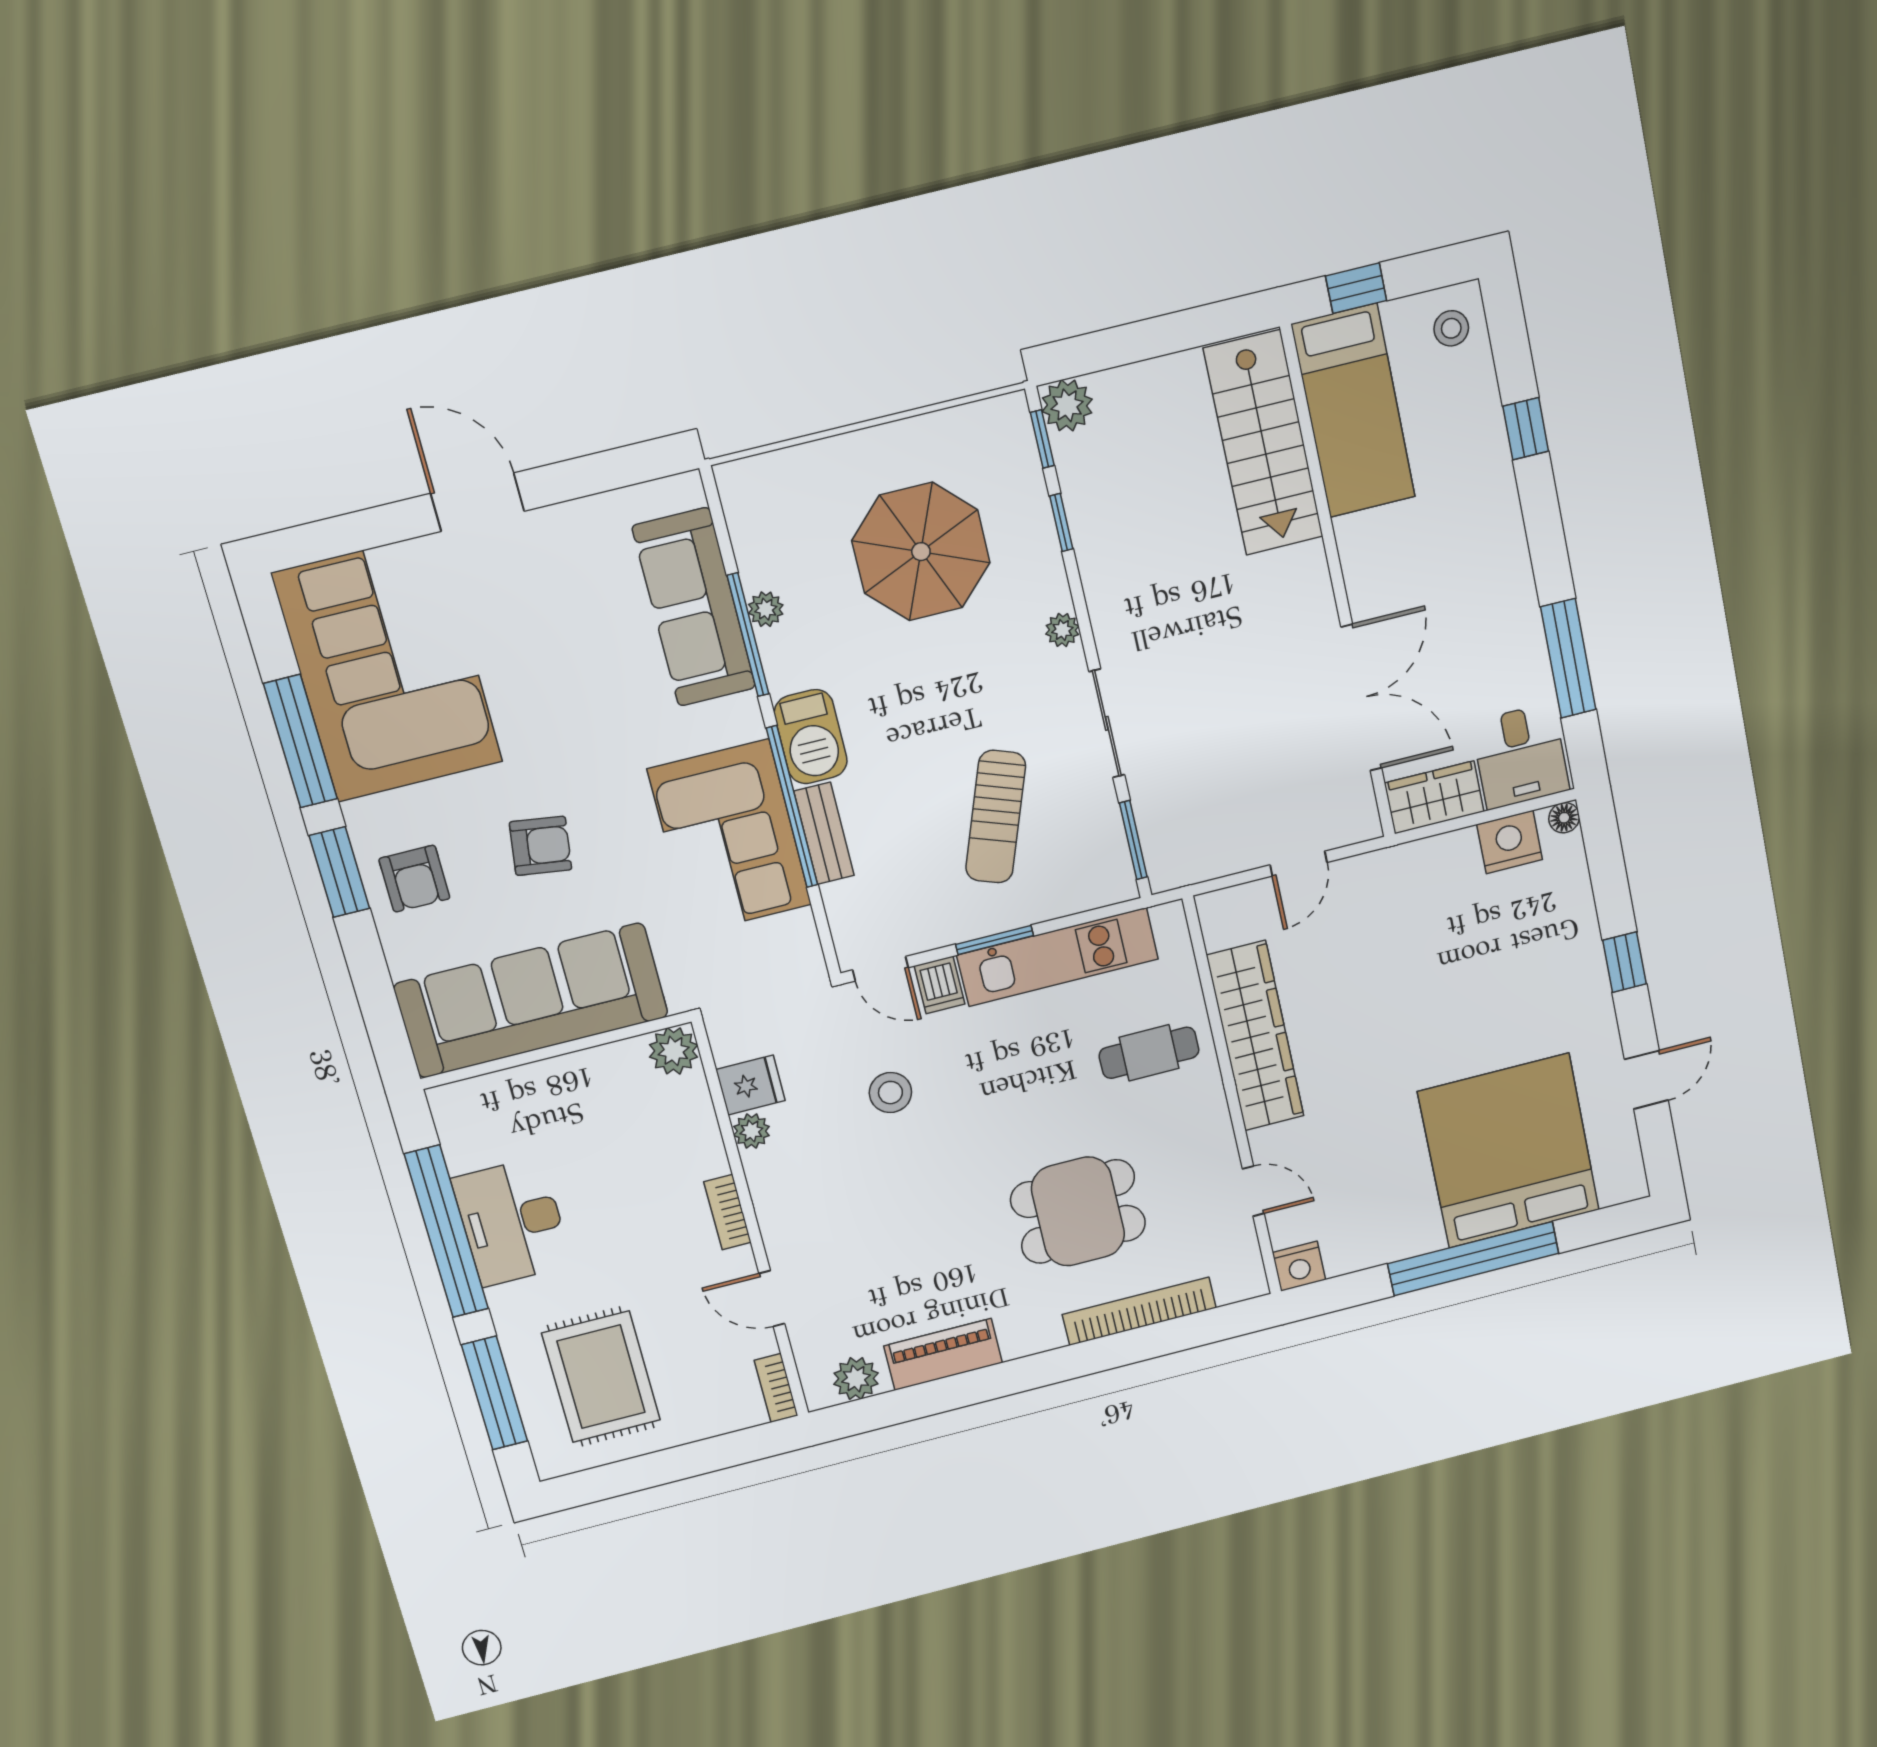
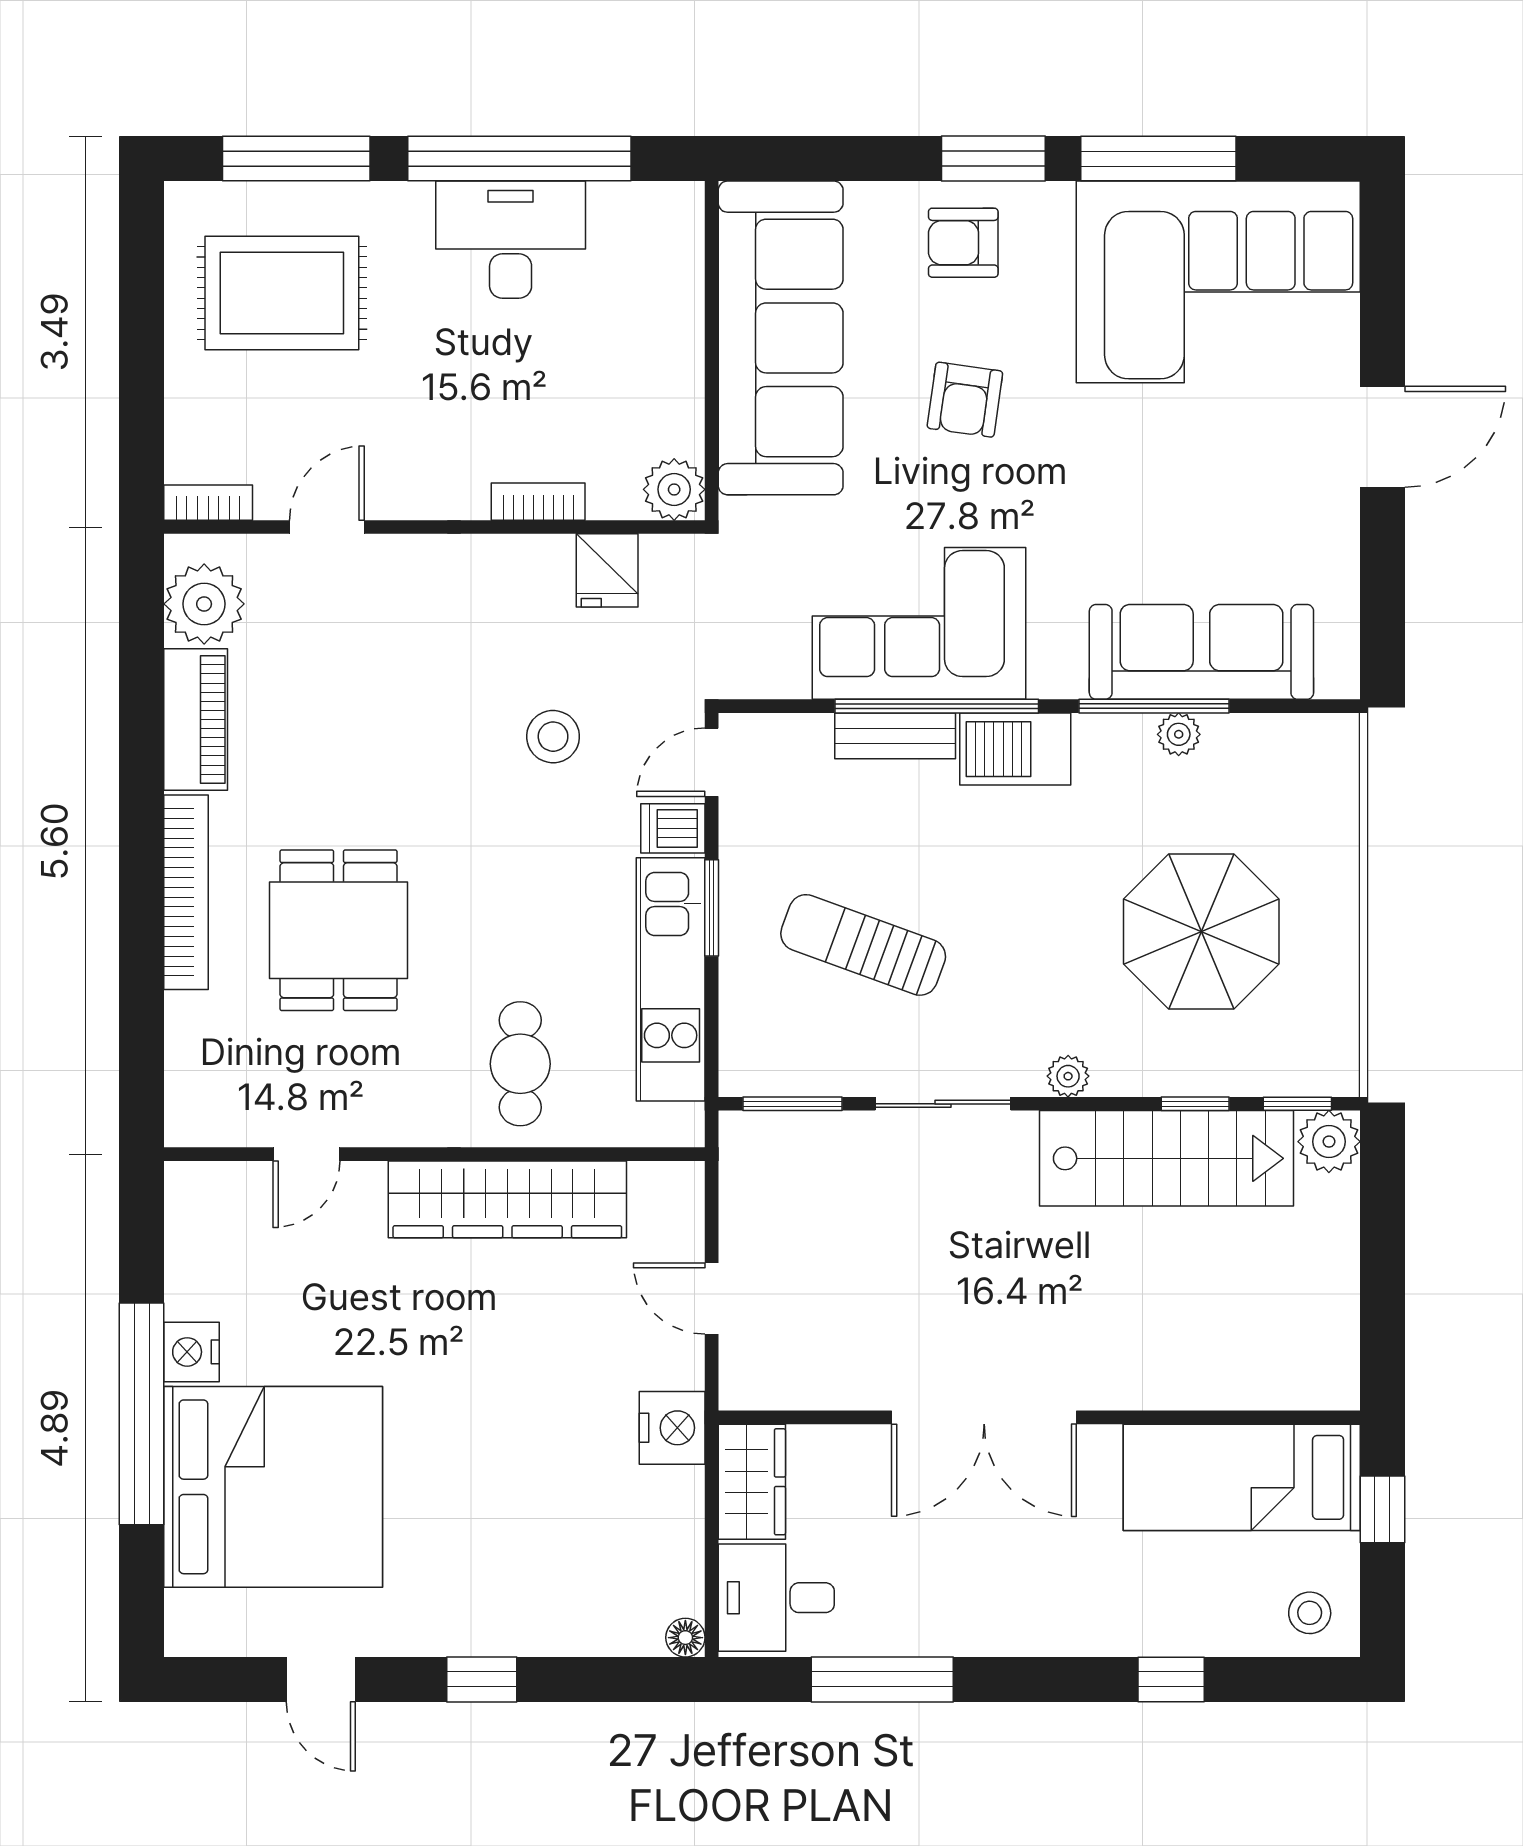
stairs: (1263, 443) -> (1167, 1158), moved, turned 180
double door: (1361, 698) -> (984, 1417), moved
nightstand: (1510, 842) -> (672, 1428), moved
plant: (751, 1131) -> (549, 557), removed
bookcase: (728, 1212) -> (538, 502), moved
nightstand: (1299, 1266) -> (191, 1352), moved
bookcase: (1139, 1311) -> (186, 892), moved
plant: (856, 1379) -> (204, 604), width x1.36, depth x1.36

